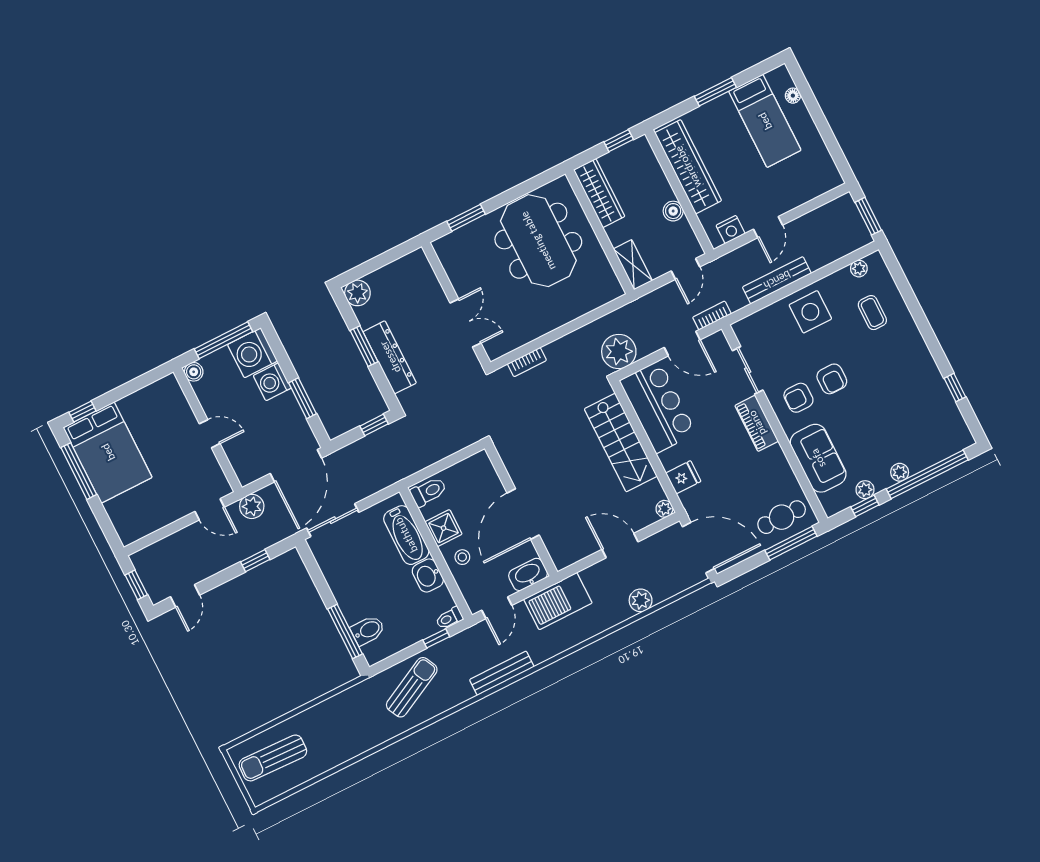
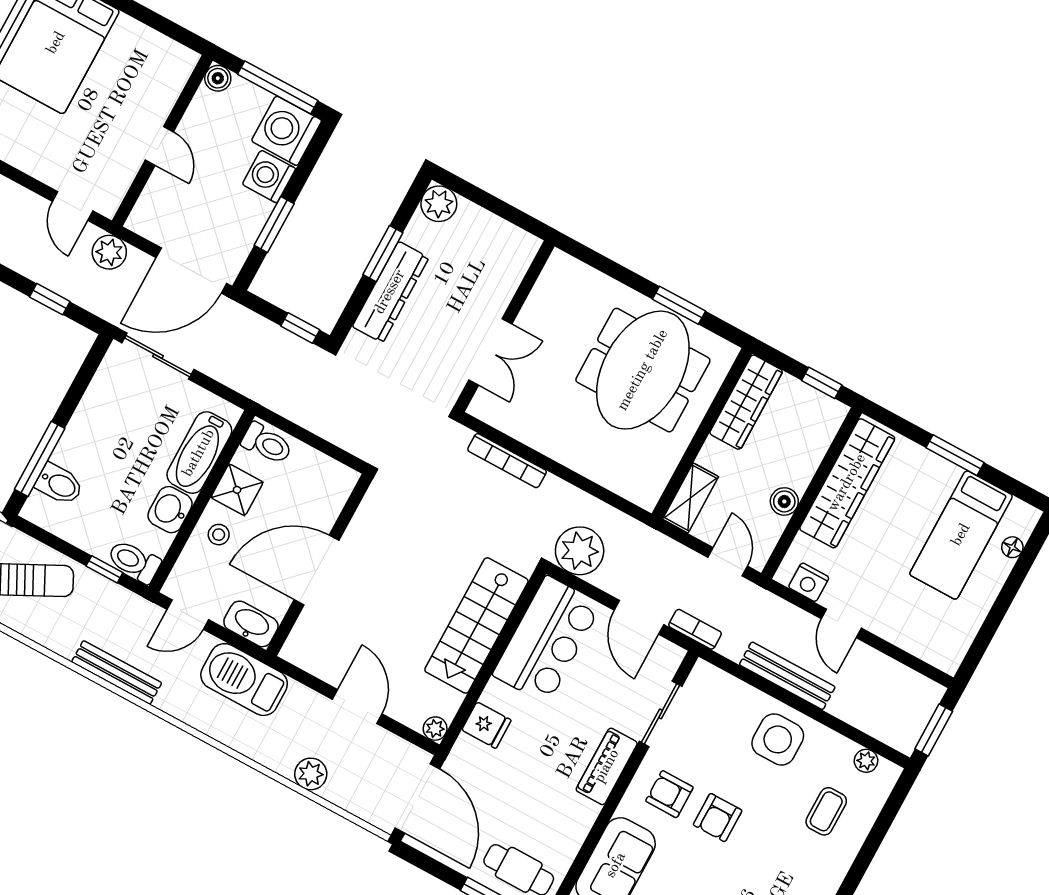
window: (466, 218) -> (679, 305), moved
door: (768, 227) -> (841, 623), hinge flipped
door: (686, 269) -> (728, 562), swing flipped
bookcase: (527, 362) -> (507, 461), width x1.56
toilet: (449, 618) -> (134, 561), width x1.37, depth x1.39

